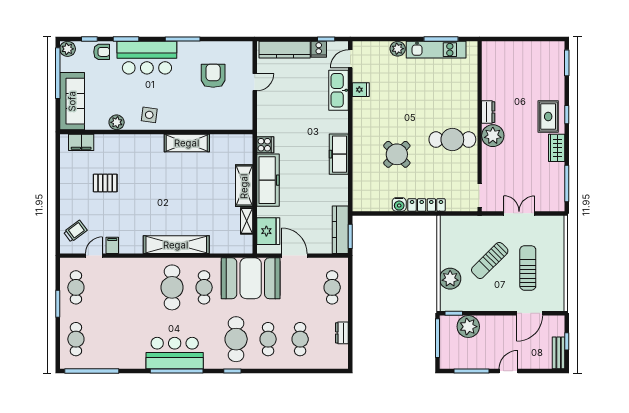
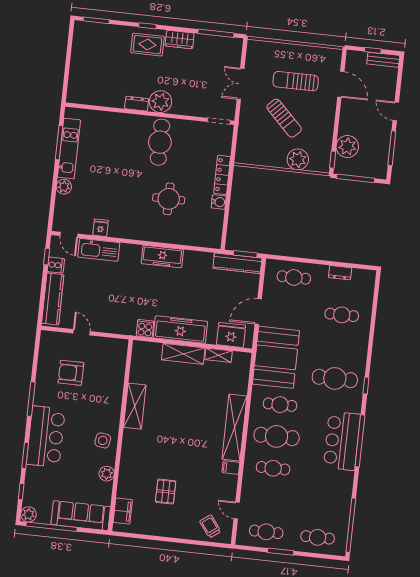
armchair: (102, 52) -> (35, 481), removed
round table: (397, 154) -> (169, 199), turned 45
filing cabinet: (112, 245) -> (231, 468), moved
cafe table: (268, 339) -> (273, 468), moved

